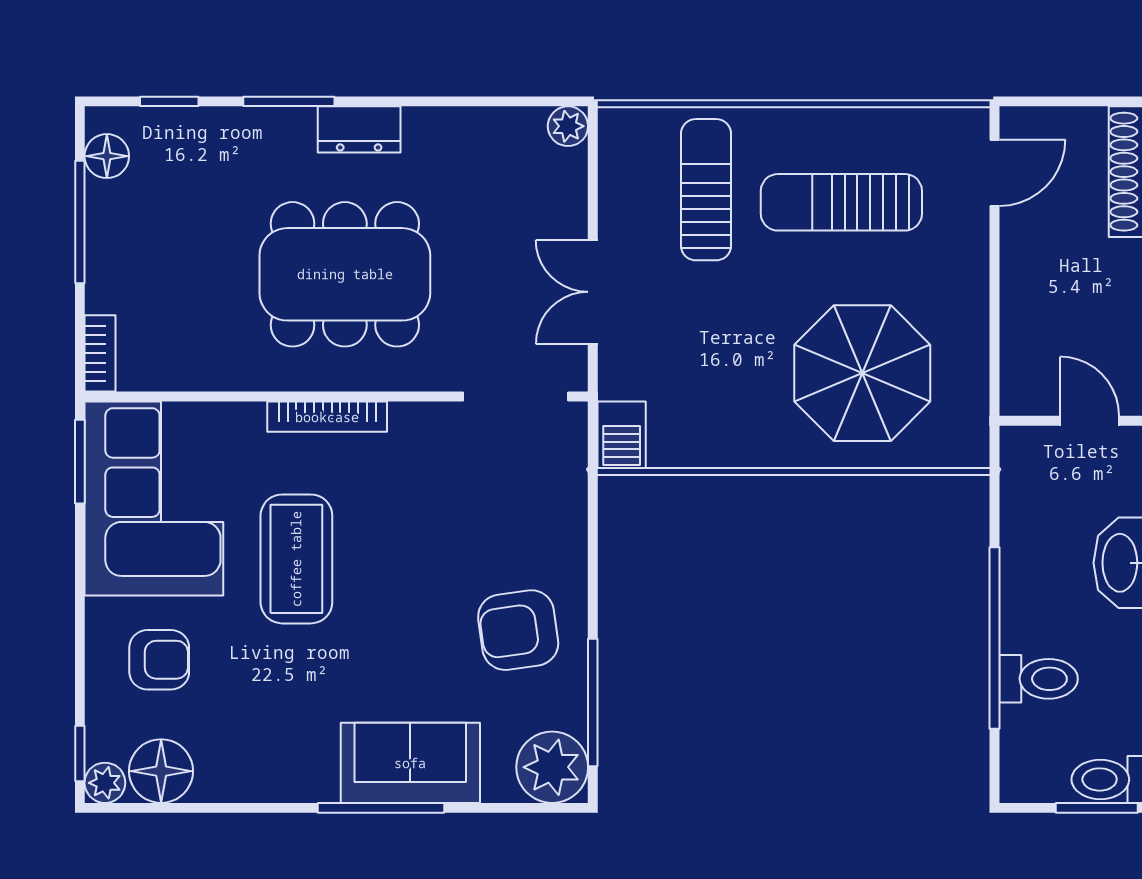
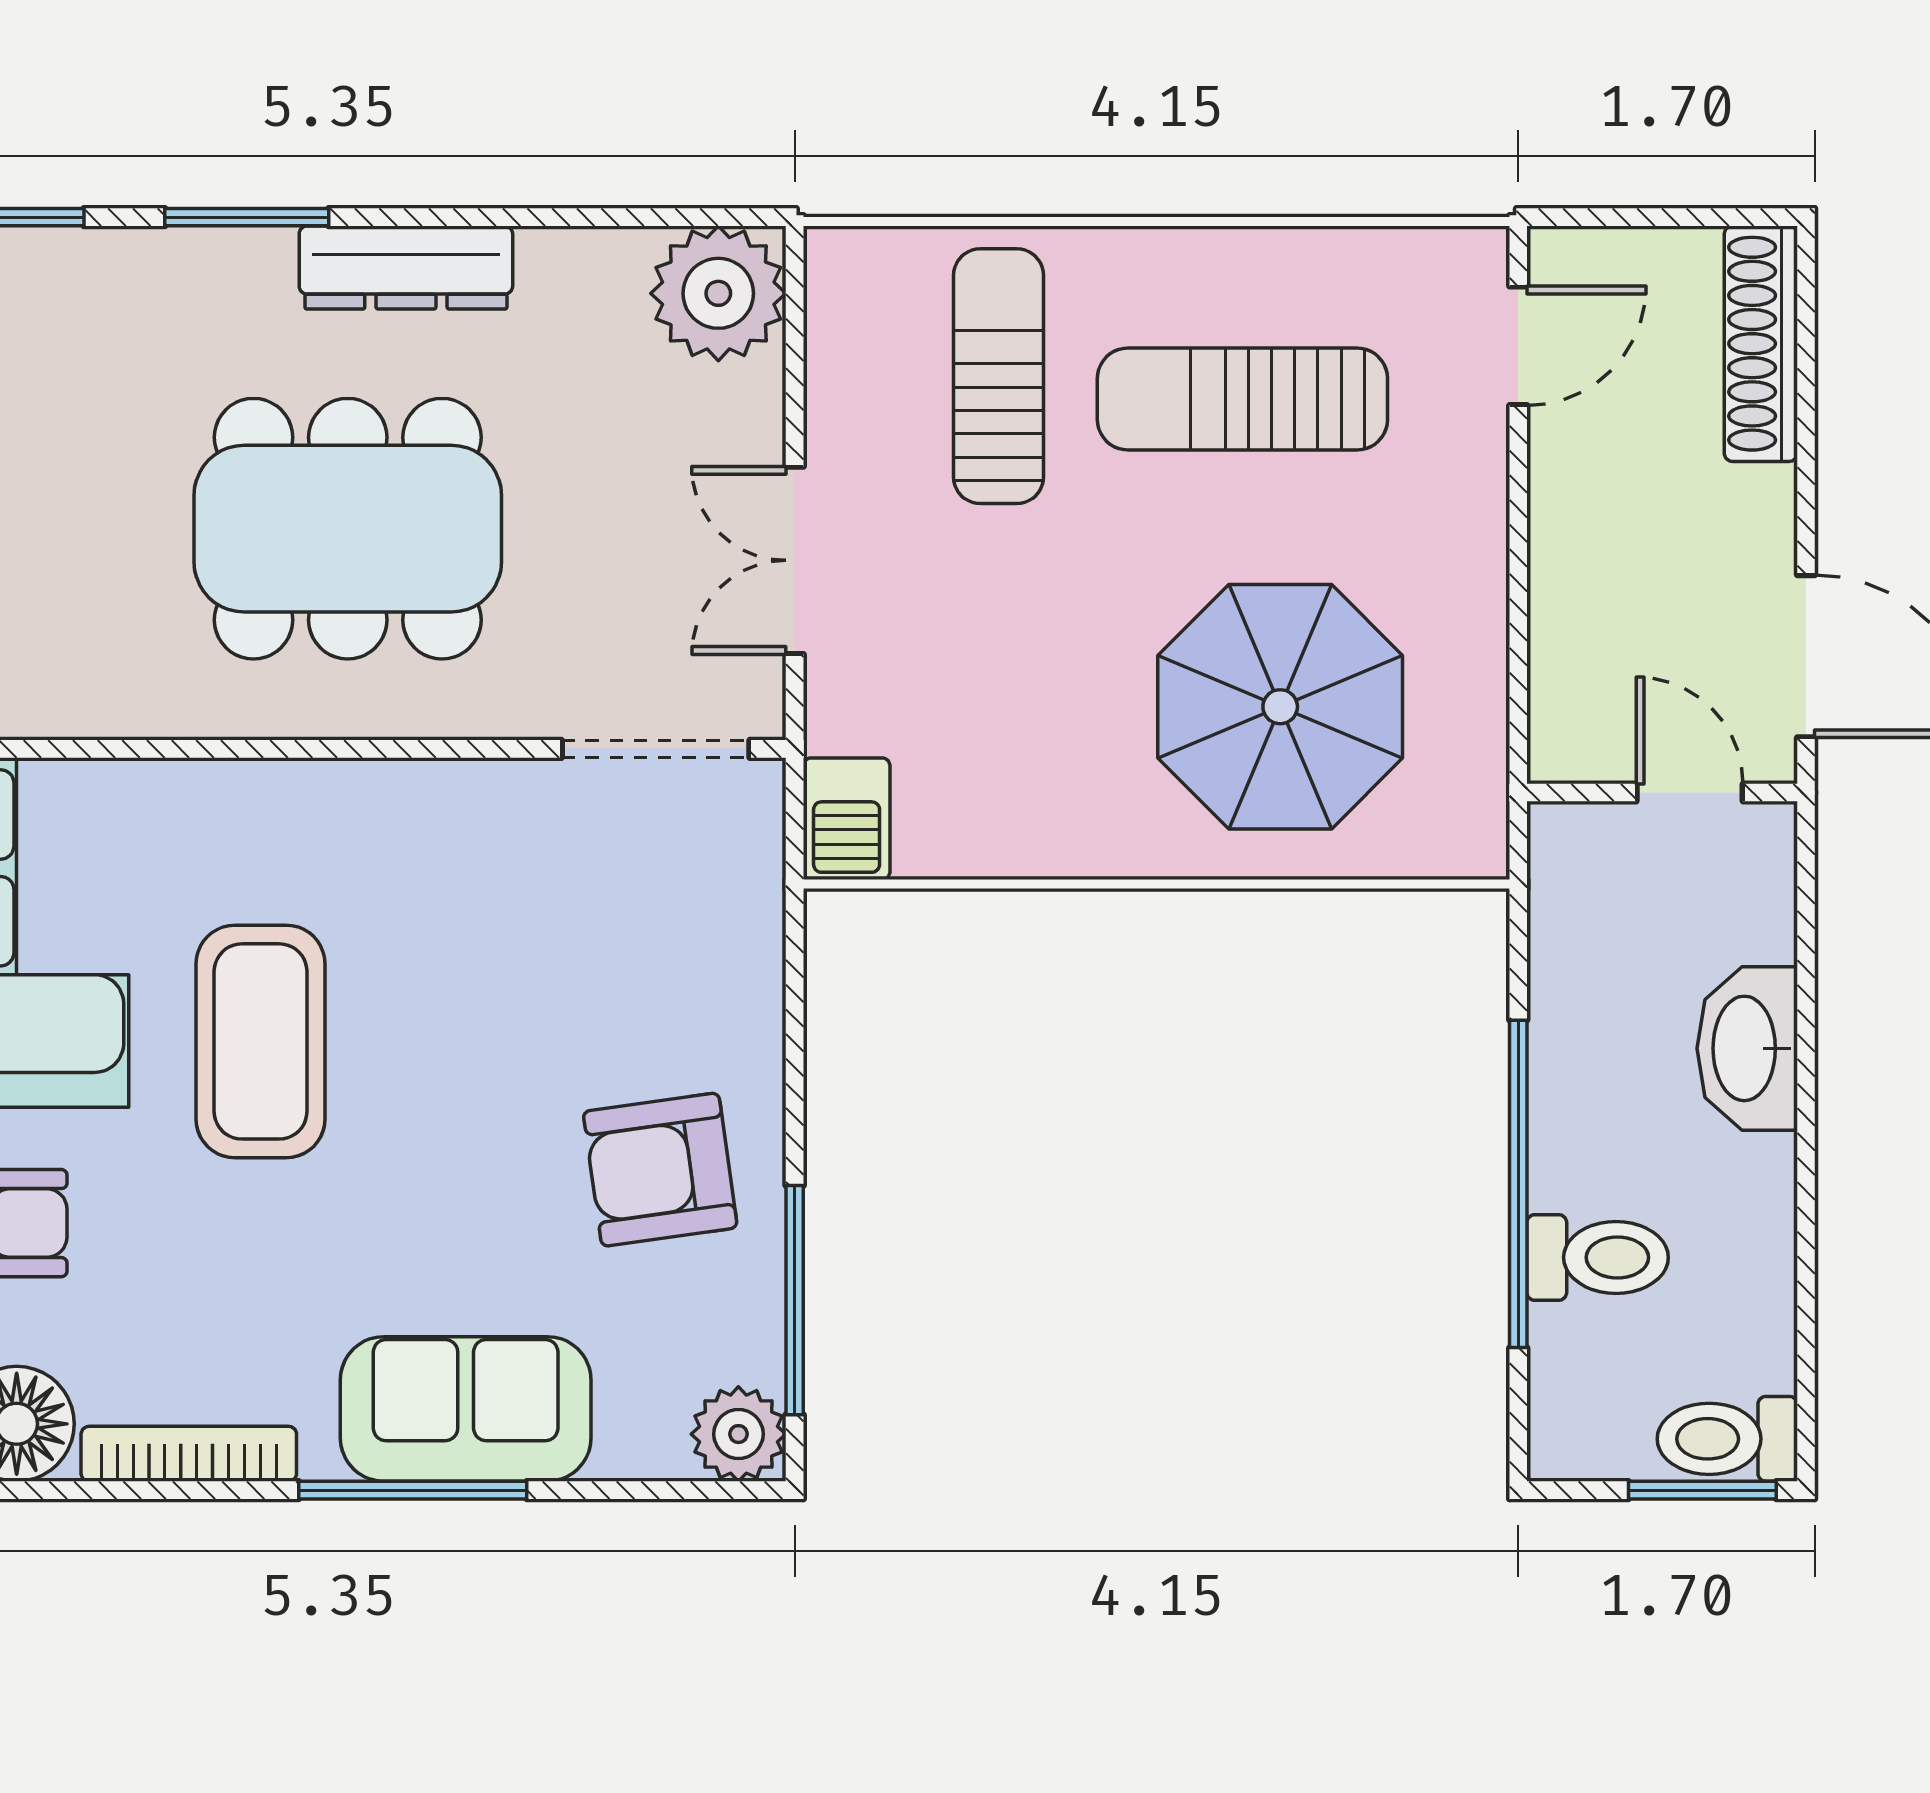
plant: (568, 126) -> (718, 293), width x1.88, depth x1.88
dresser: (359, 129) -> (406, 267), width x1.44
bookcase: (327, 417) -> (189, 1454), moved, turned 180
plant: (552, 767) -> (738, 1434), width x0.73, depth x0.73

